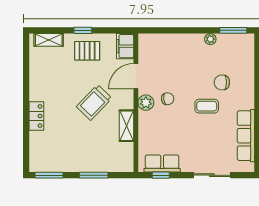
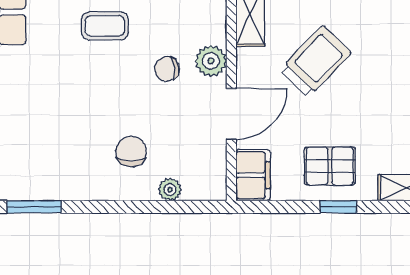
plant: (210, 39) -> (170, 189), moved
chair: (222, 82) -> (131, 151), moved, turned -90
coffee table: (207, 106) -> (105, 26), moved

